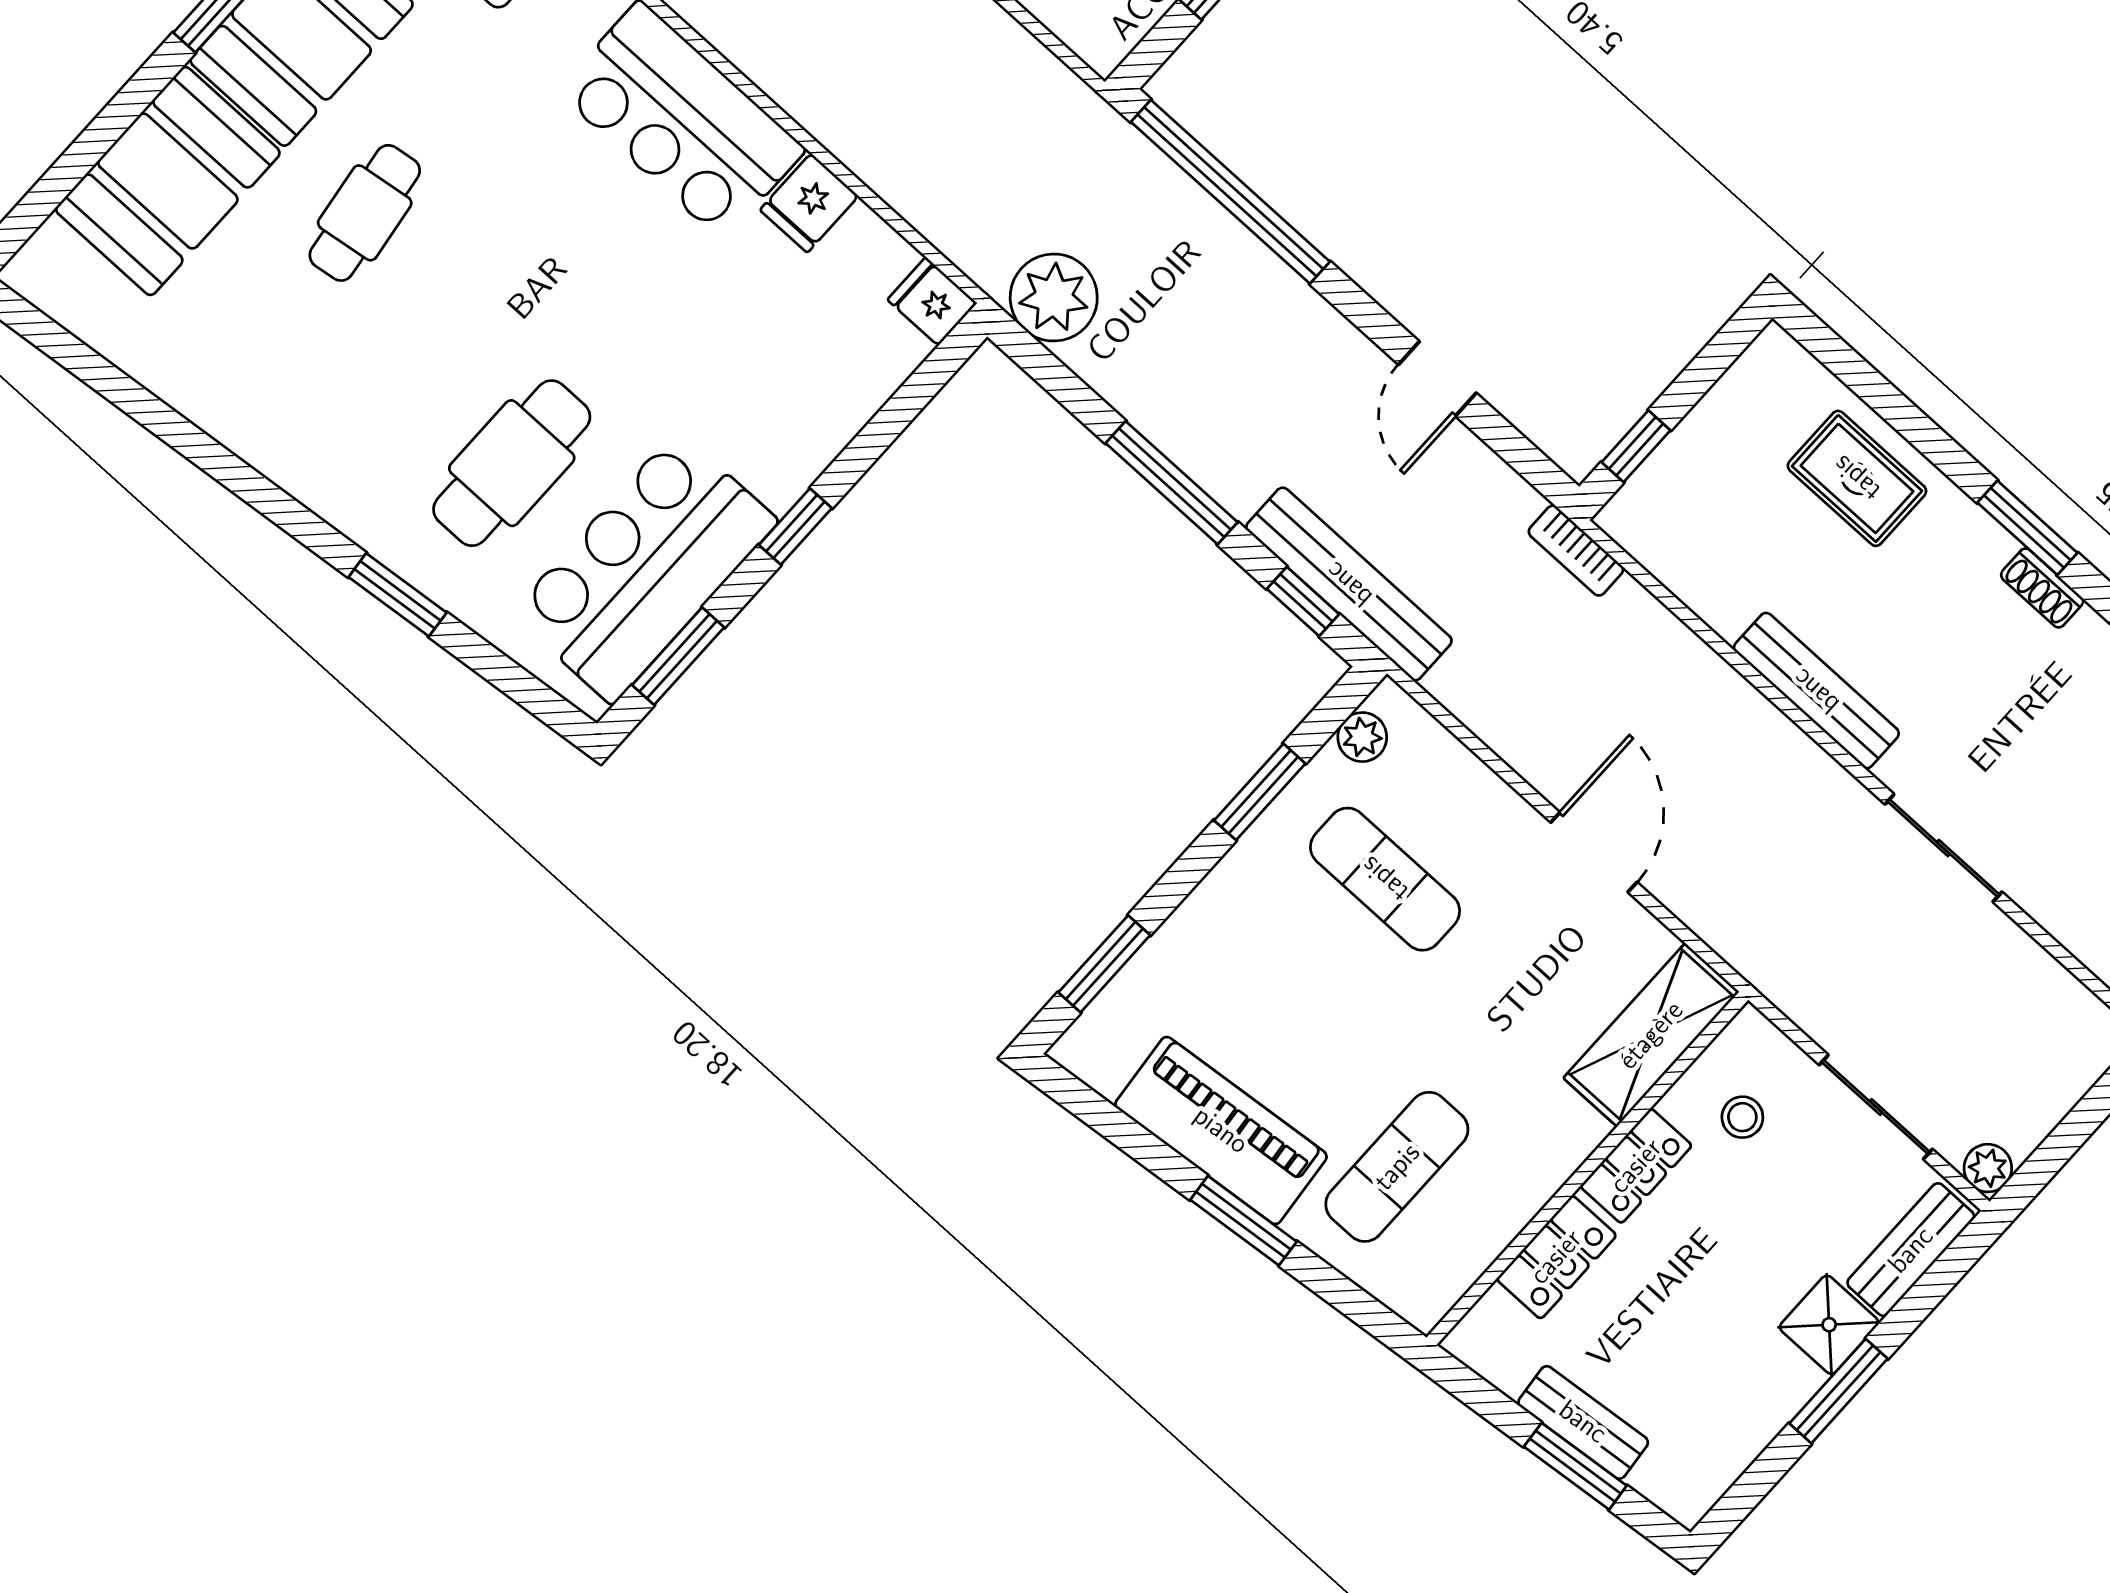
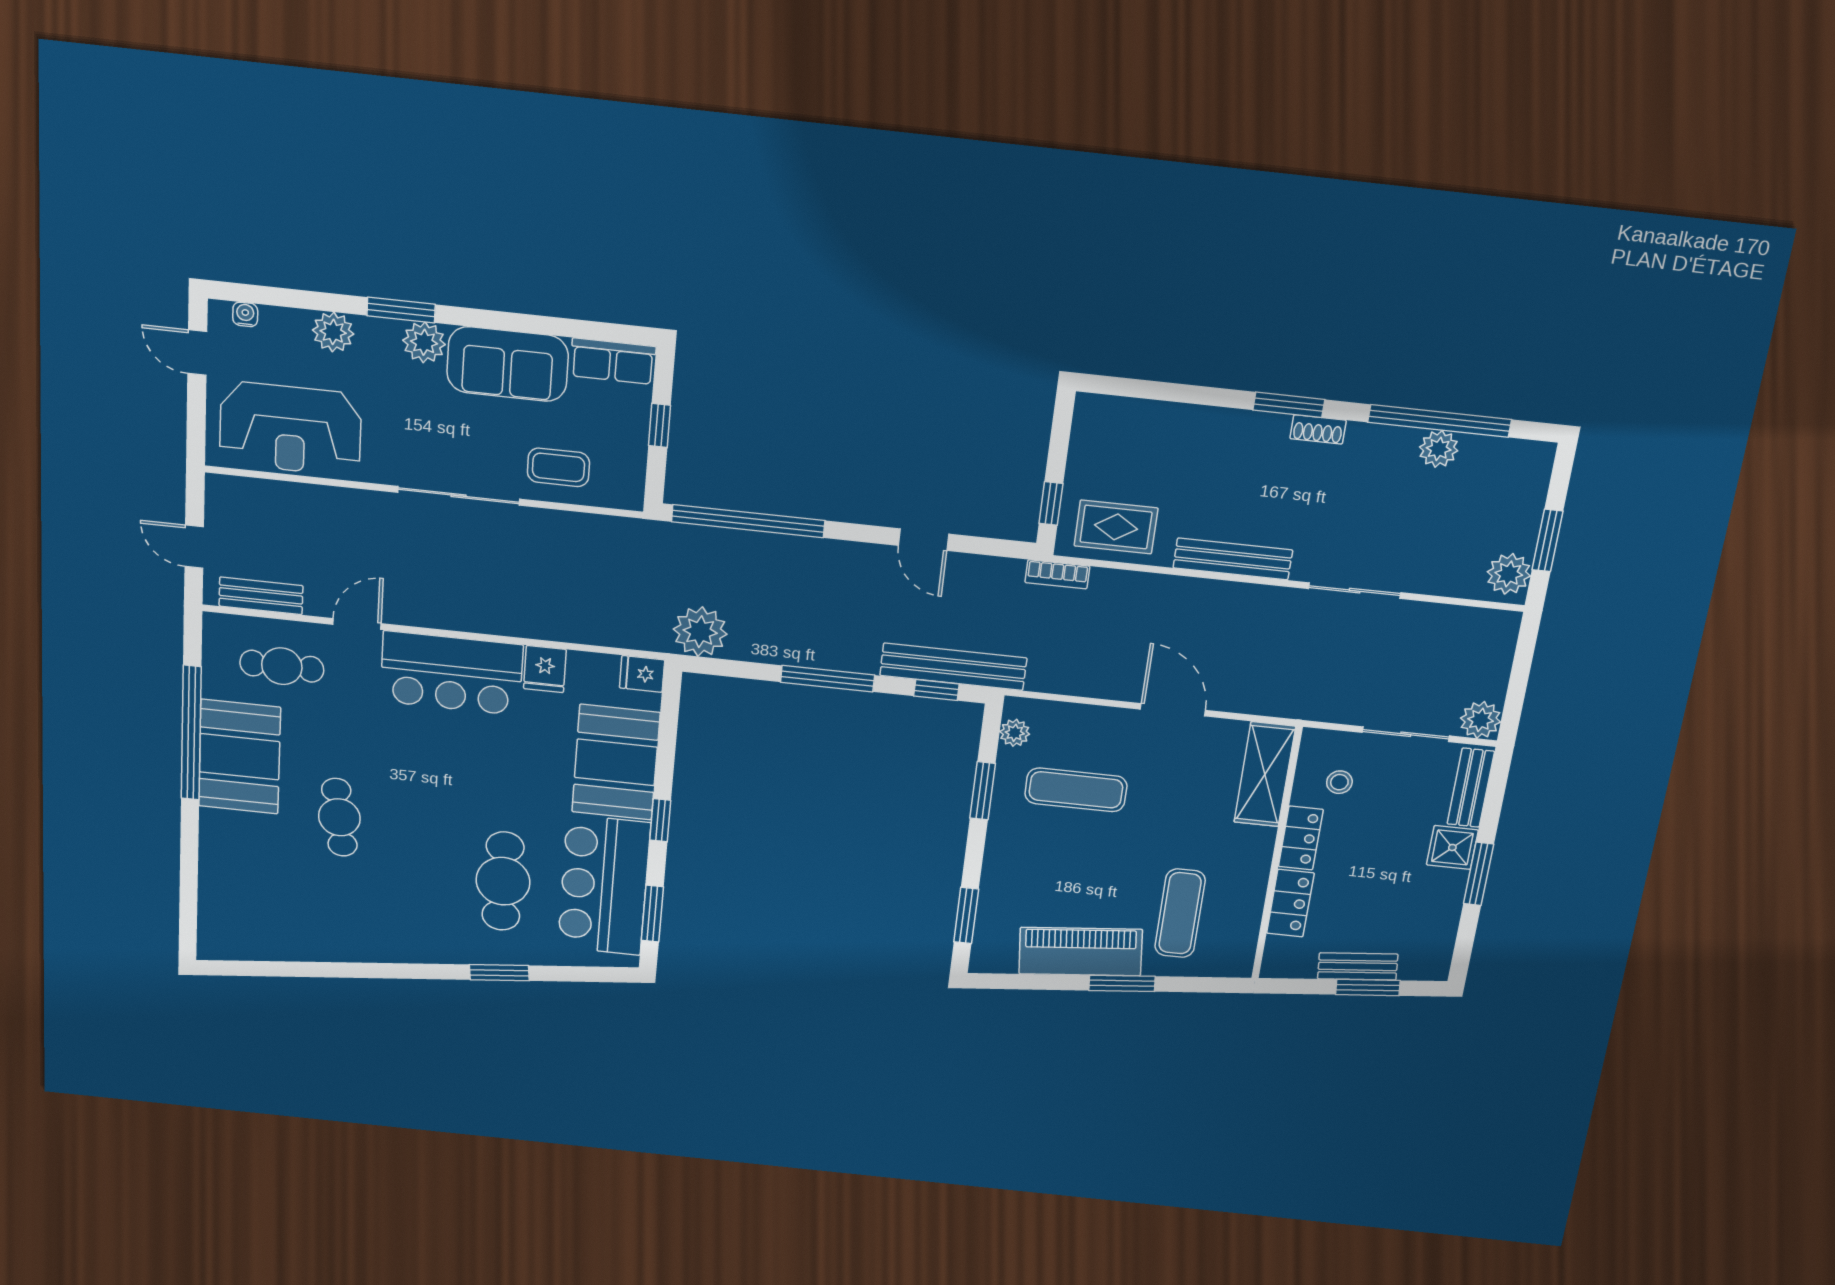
booth: (168, 181) -> (616, 762), moved
rug: (1857, 478) -> (1116, 527), moved
plant: (1988, 1168) -> (1481, 720), width x1.38, depth x1.38

